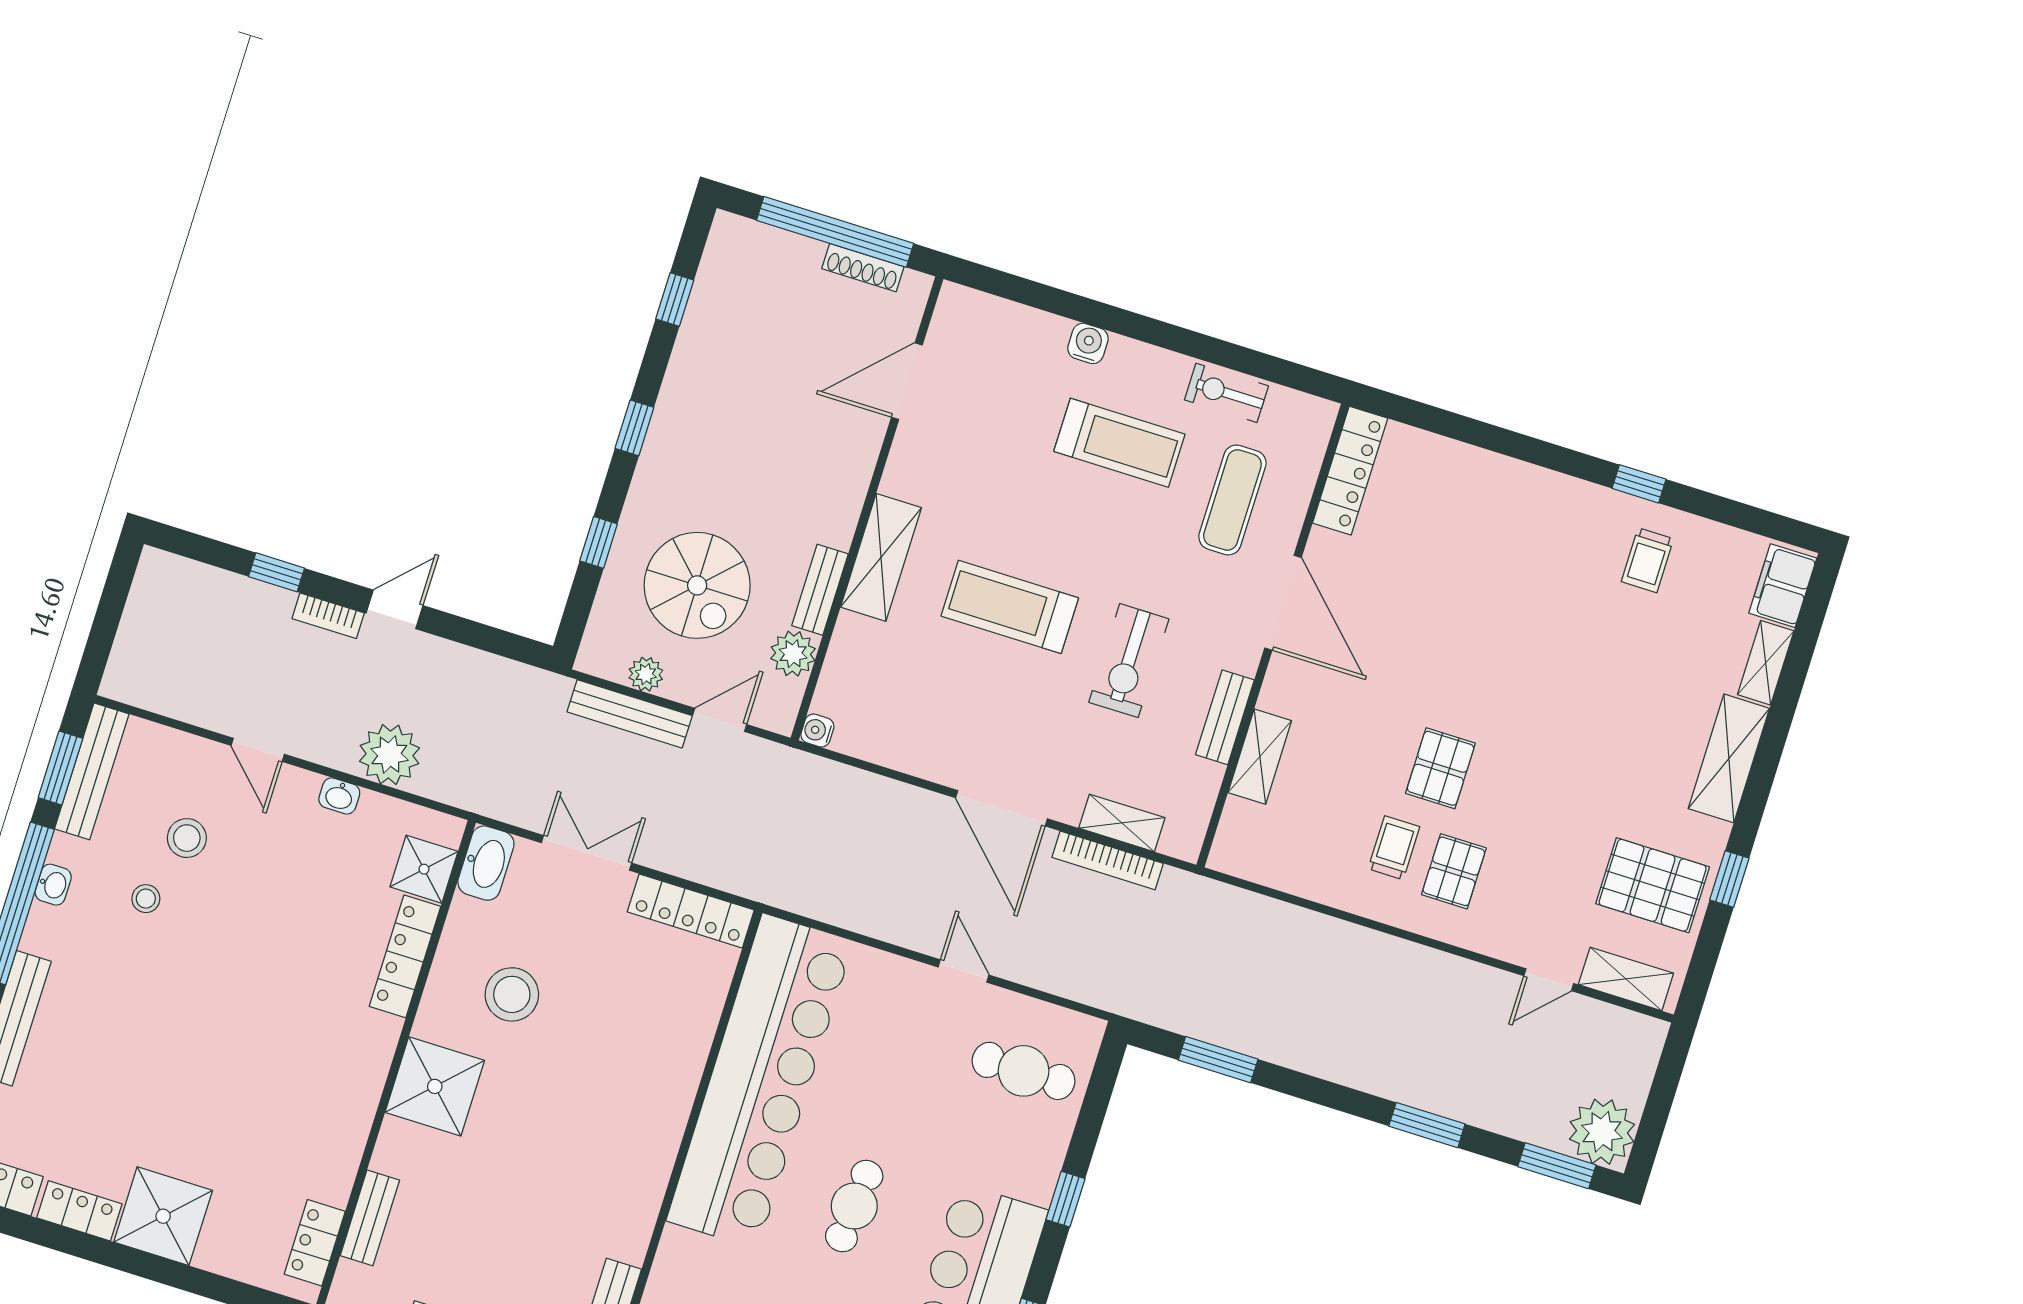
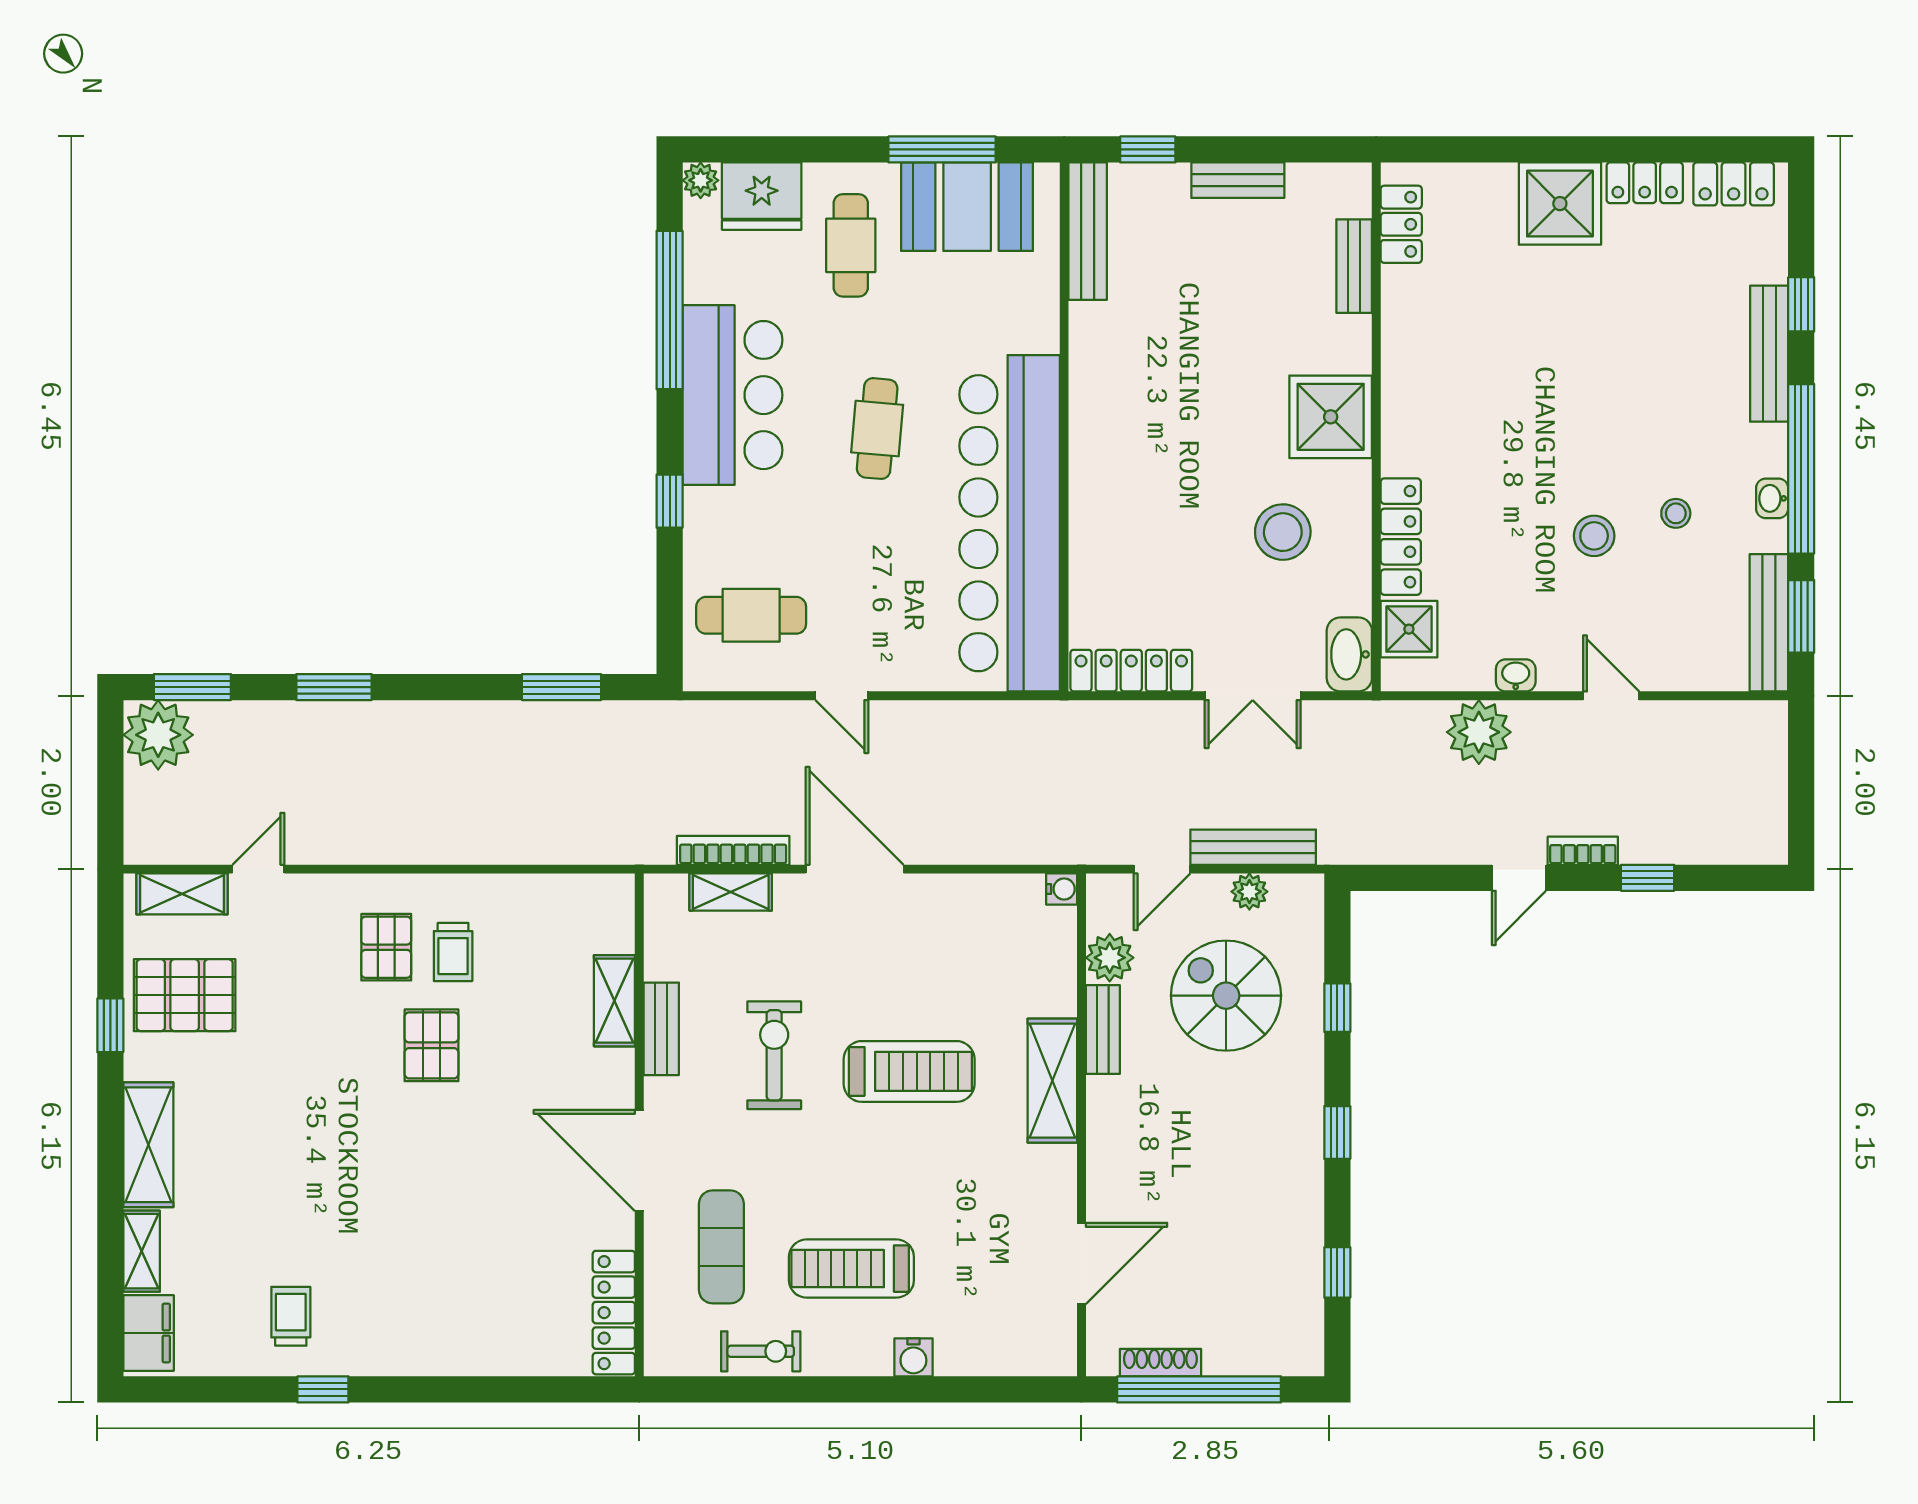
stool: (187, 838) -> (1594, 536), moved

